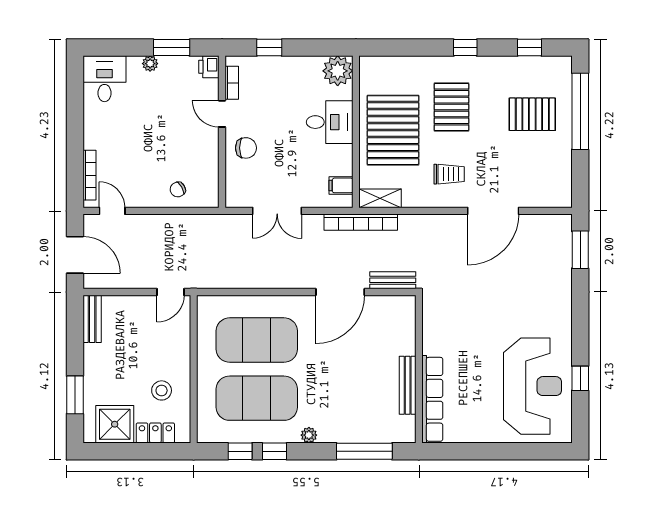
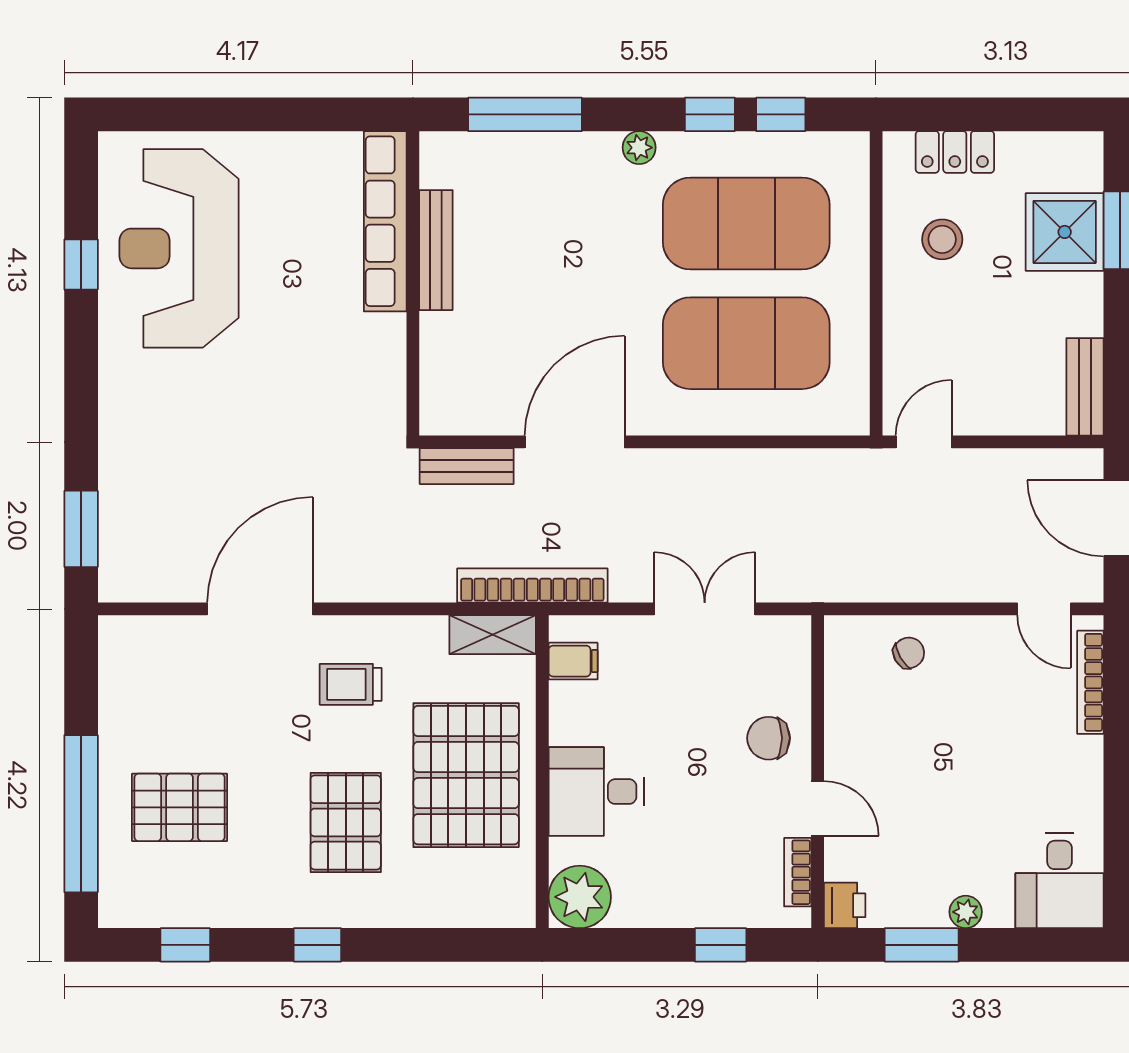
shower: (115, 424) -> (1065, 232), moved

